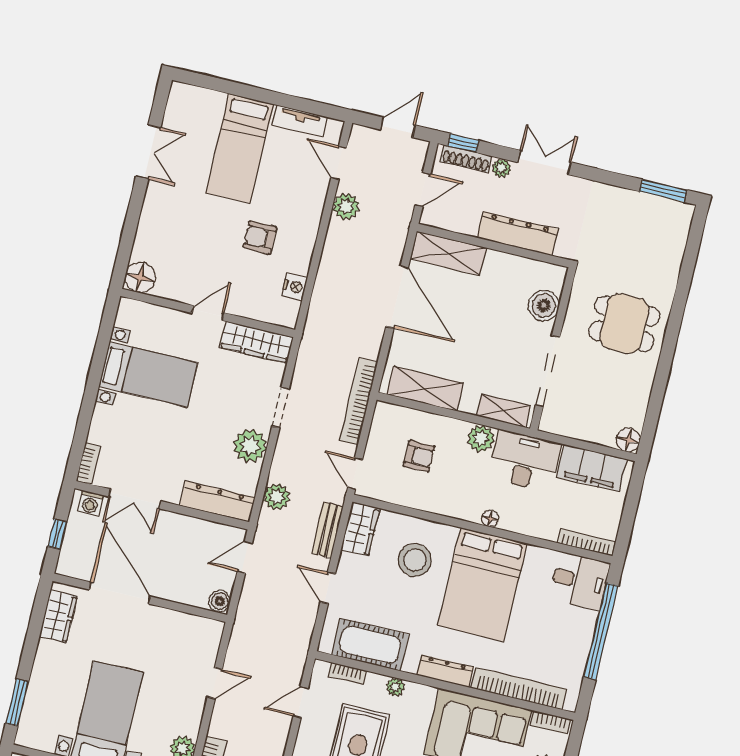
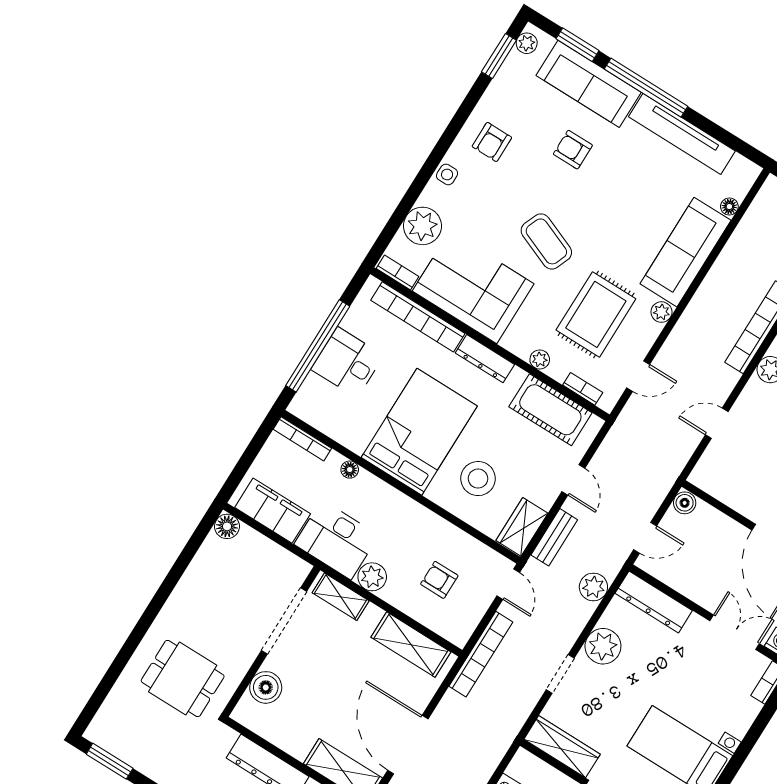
dining table: (624, 324) -> (183, 678), moved
floor lamp: (490, 518) -> (350, 470), moved
desk: (580, 581) -> (347, 362), moved

